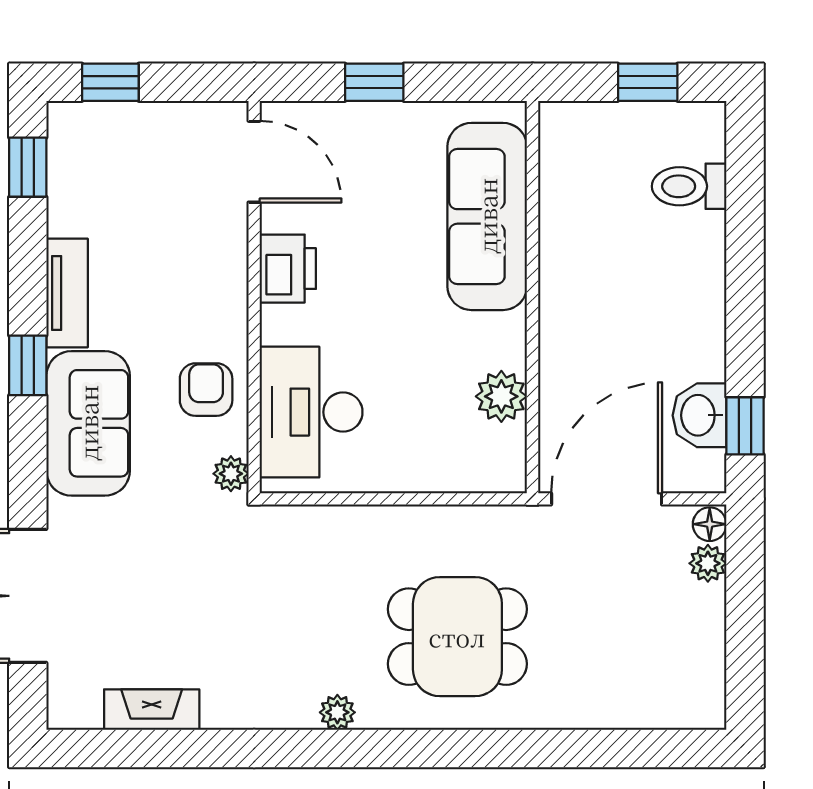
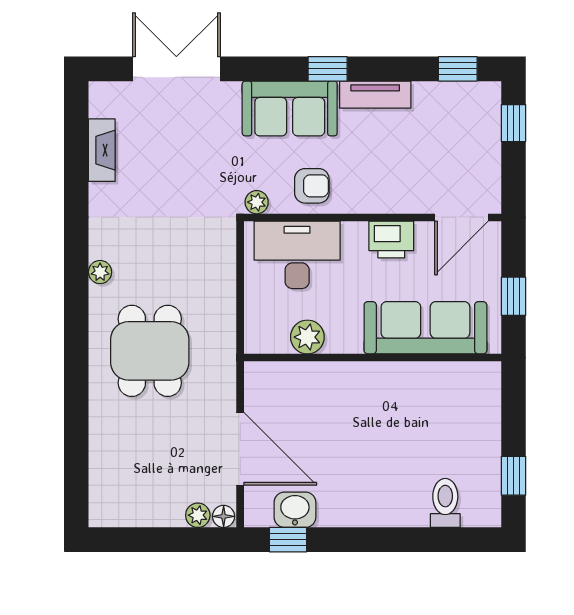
sofa: (487, 216) -> (425, 328), moved
wall: (533, 297) -> (373, 358), moved
plant: (501, 396) -> (307, 337), moved

